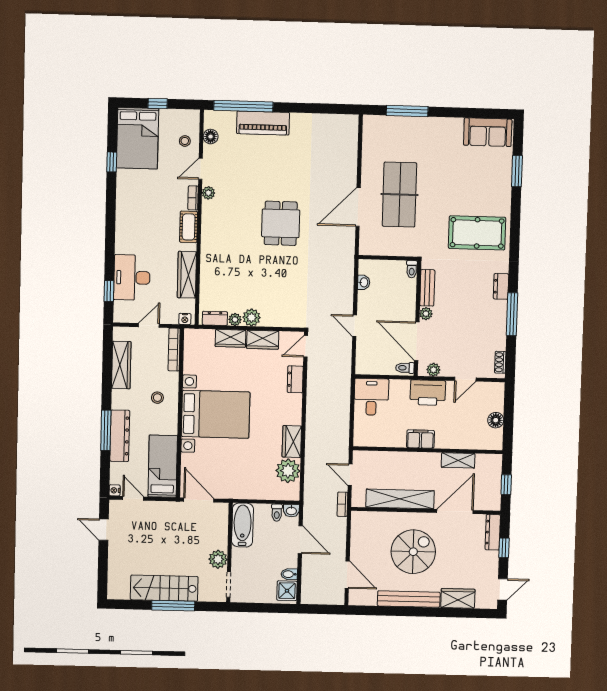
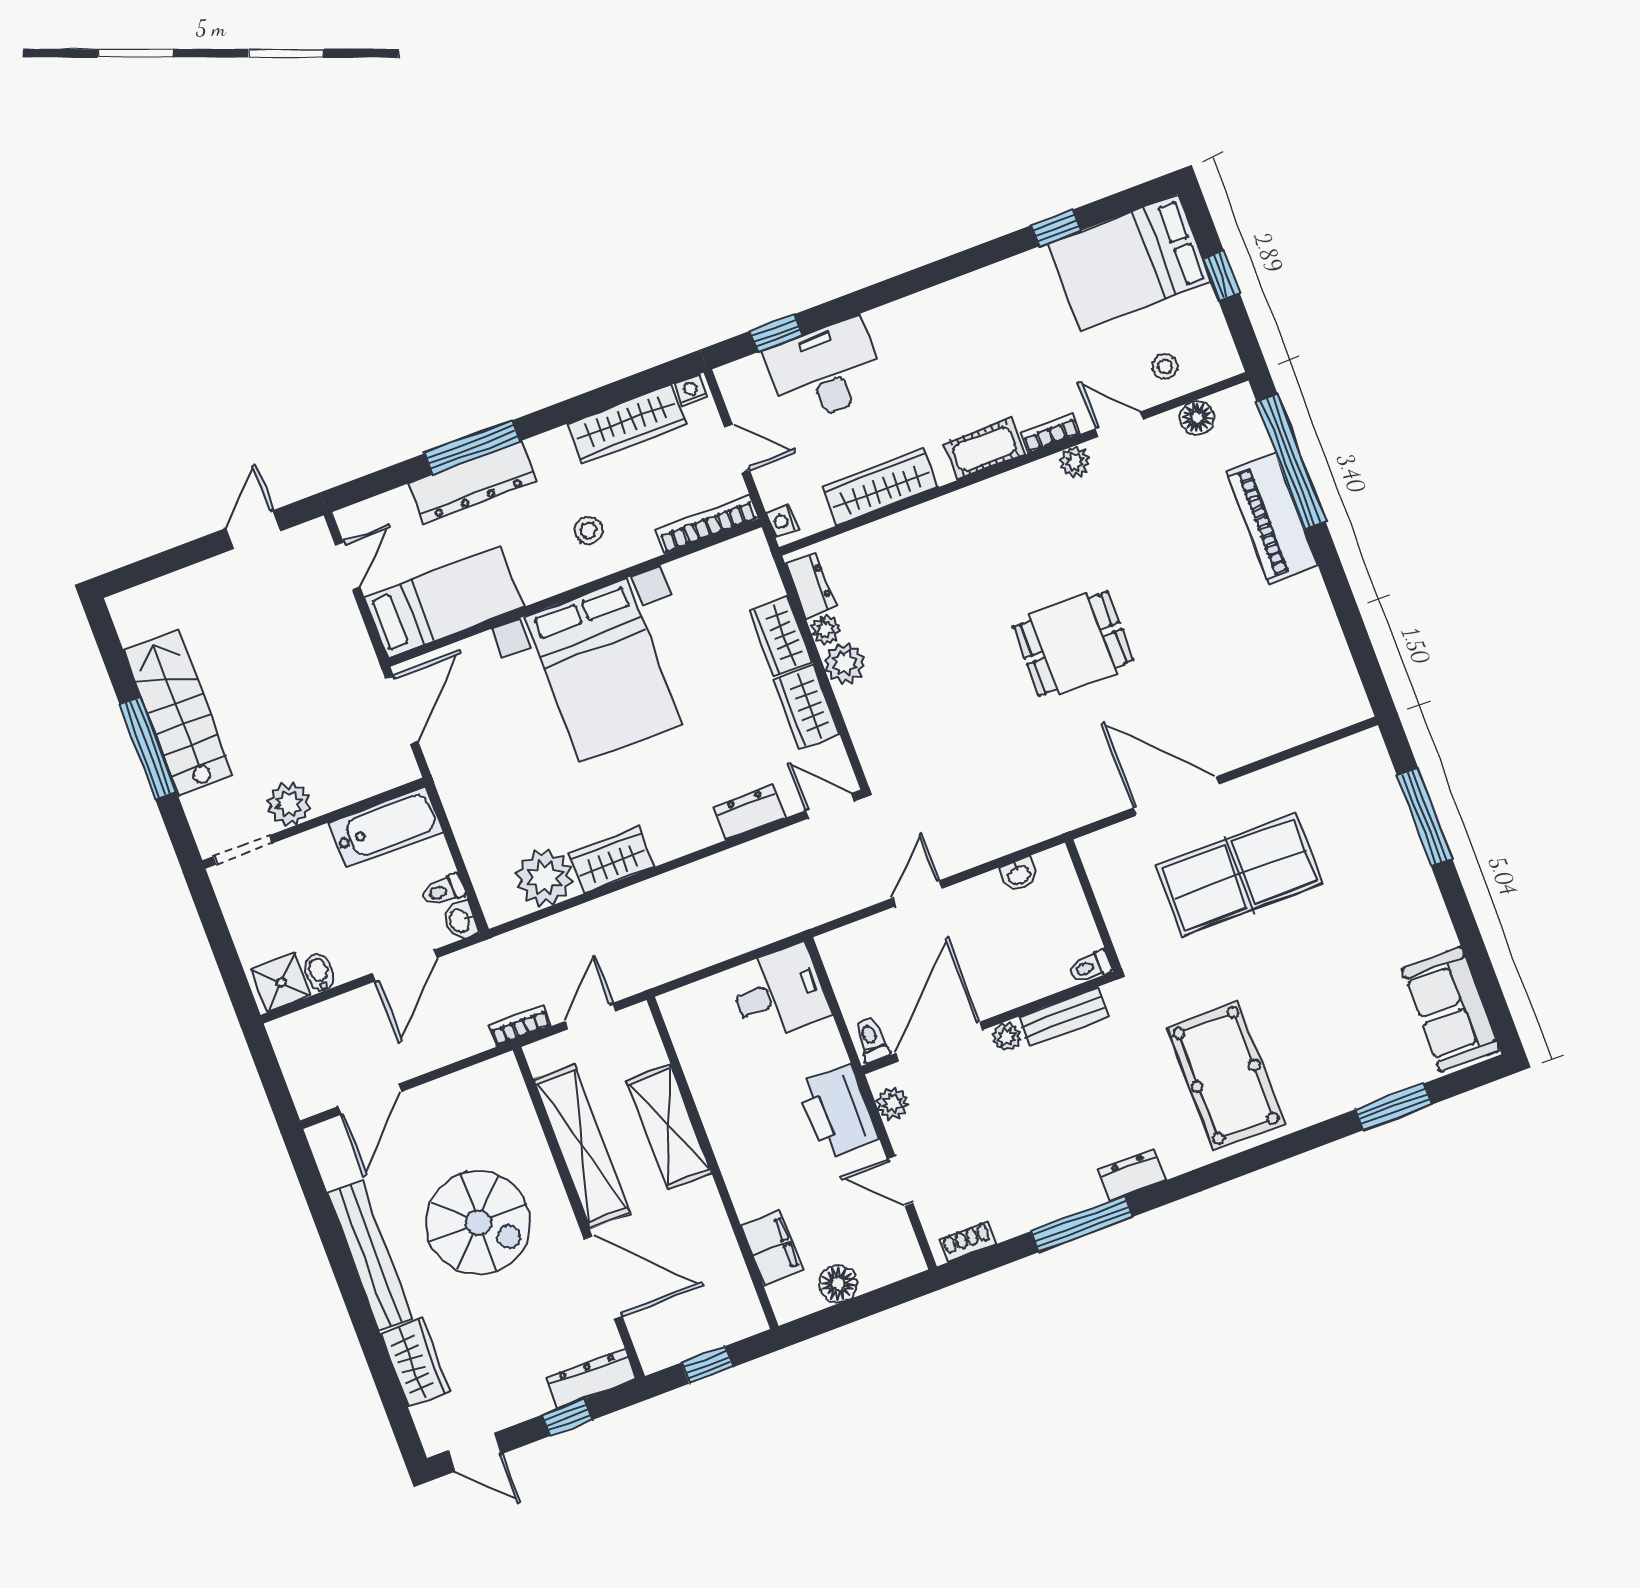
filing cabinet: (420, 439) -> (772, 1248), moved
shelving: (458, 460) -> (669, 1127), moved, width x1.50, depth x1.33
nightstand: (115, 490) -> (691, 390), moved

